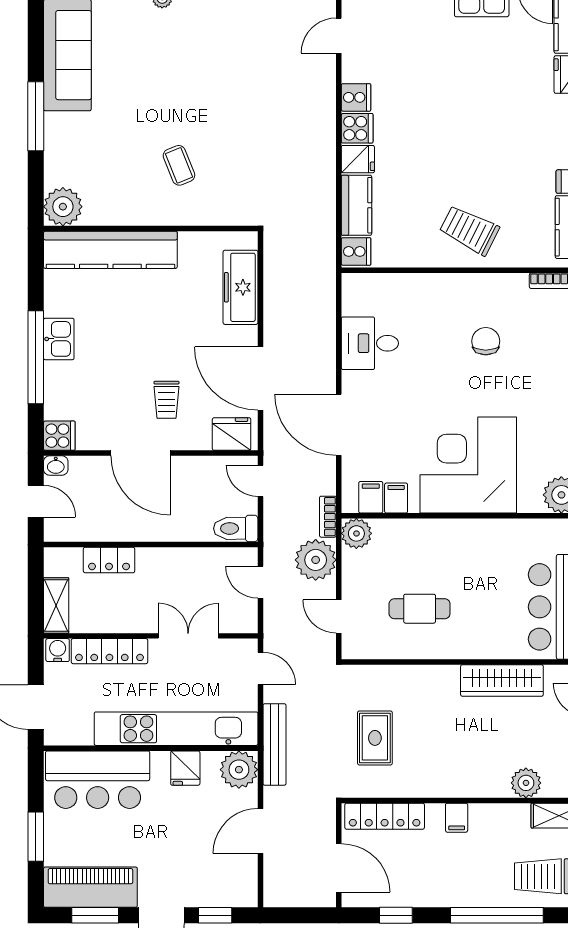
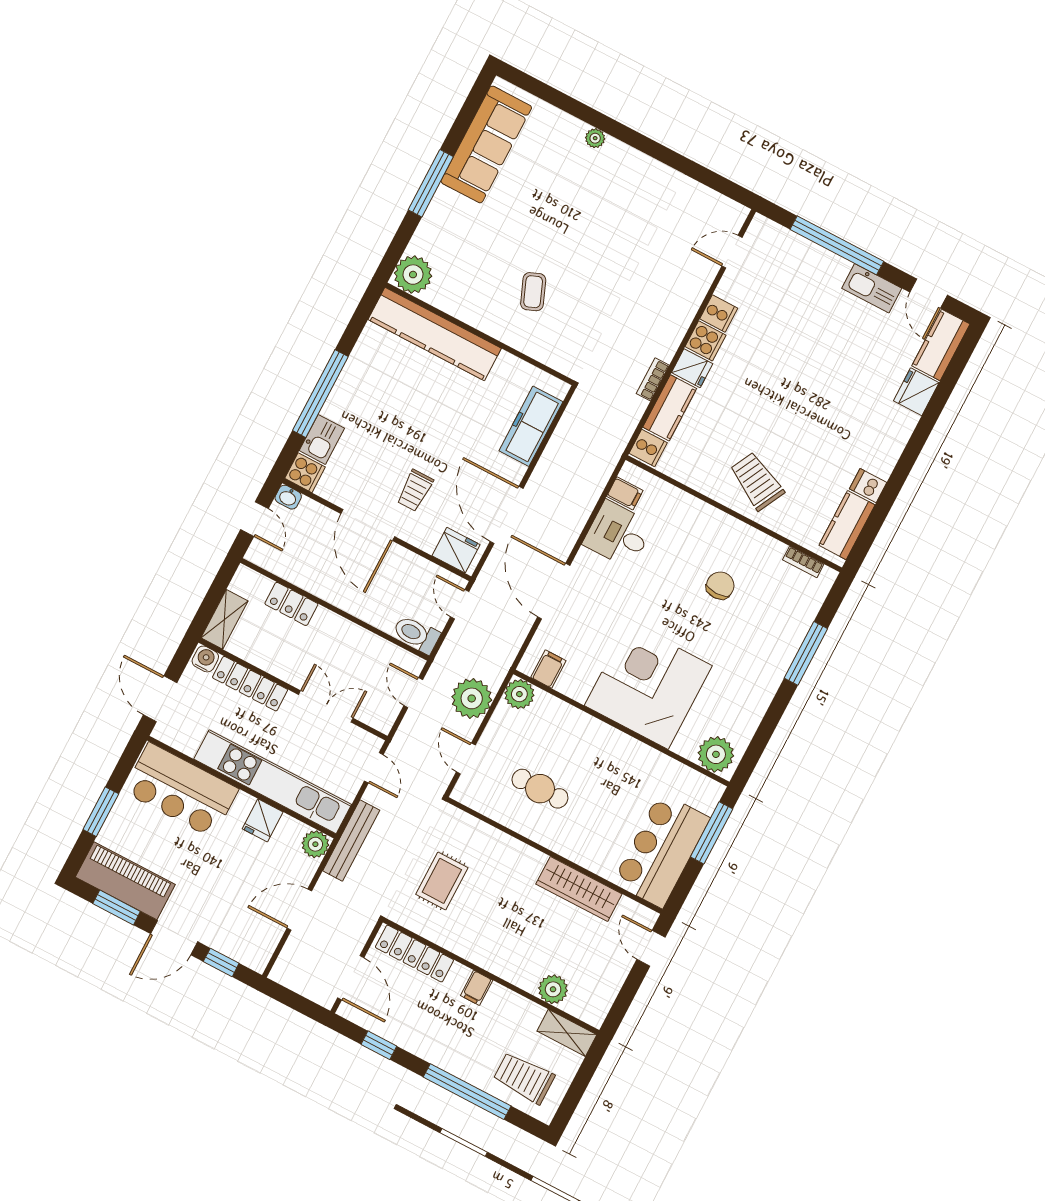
kitchen sink: (59, 339) -> (322, 439), moved
filing cabinet: (396, 498) -> (625, 493), moved, turned 90
bookcase: (328, 517) -> (653, 379), moved
plant: (239, 770) -> (315, 844), width x0.73, depth x0.73

